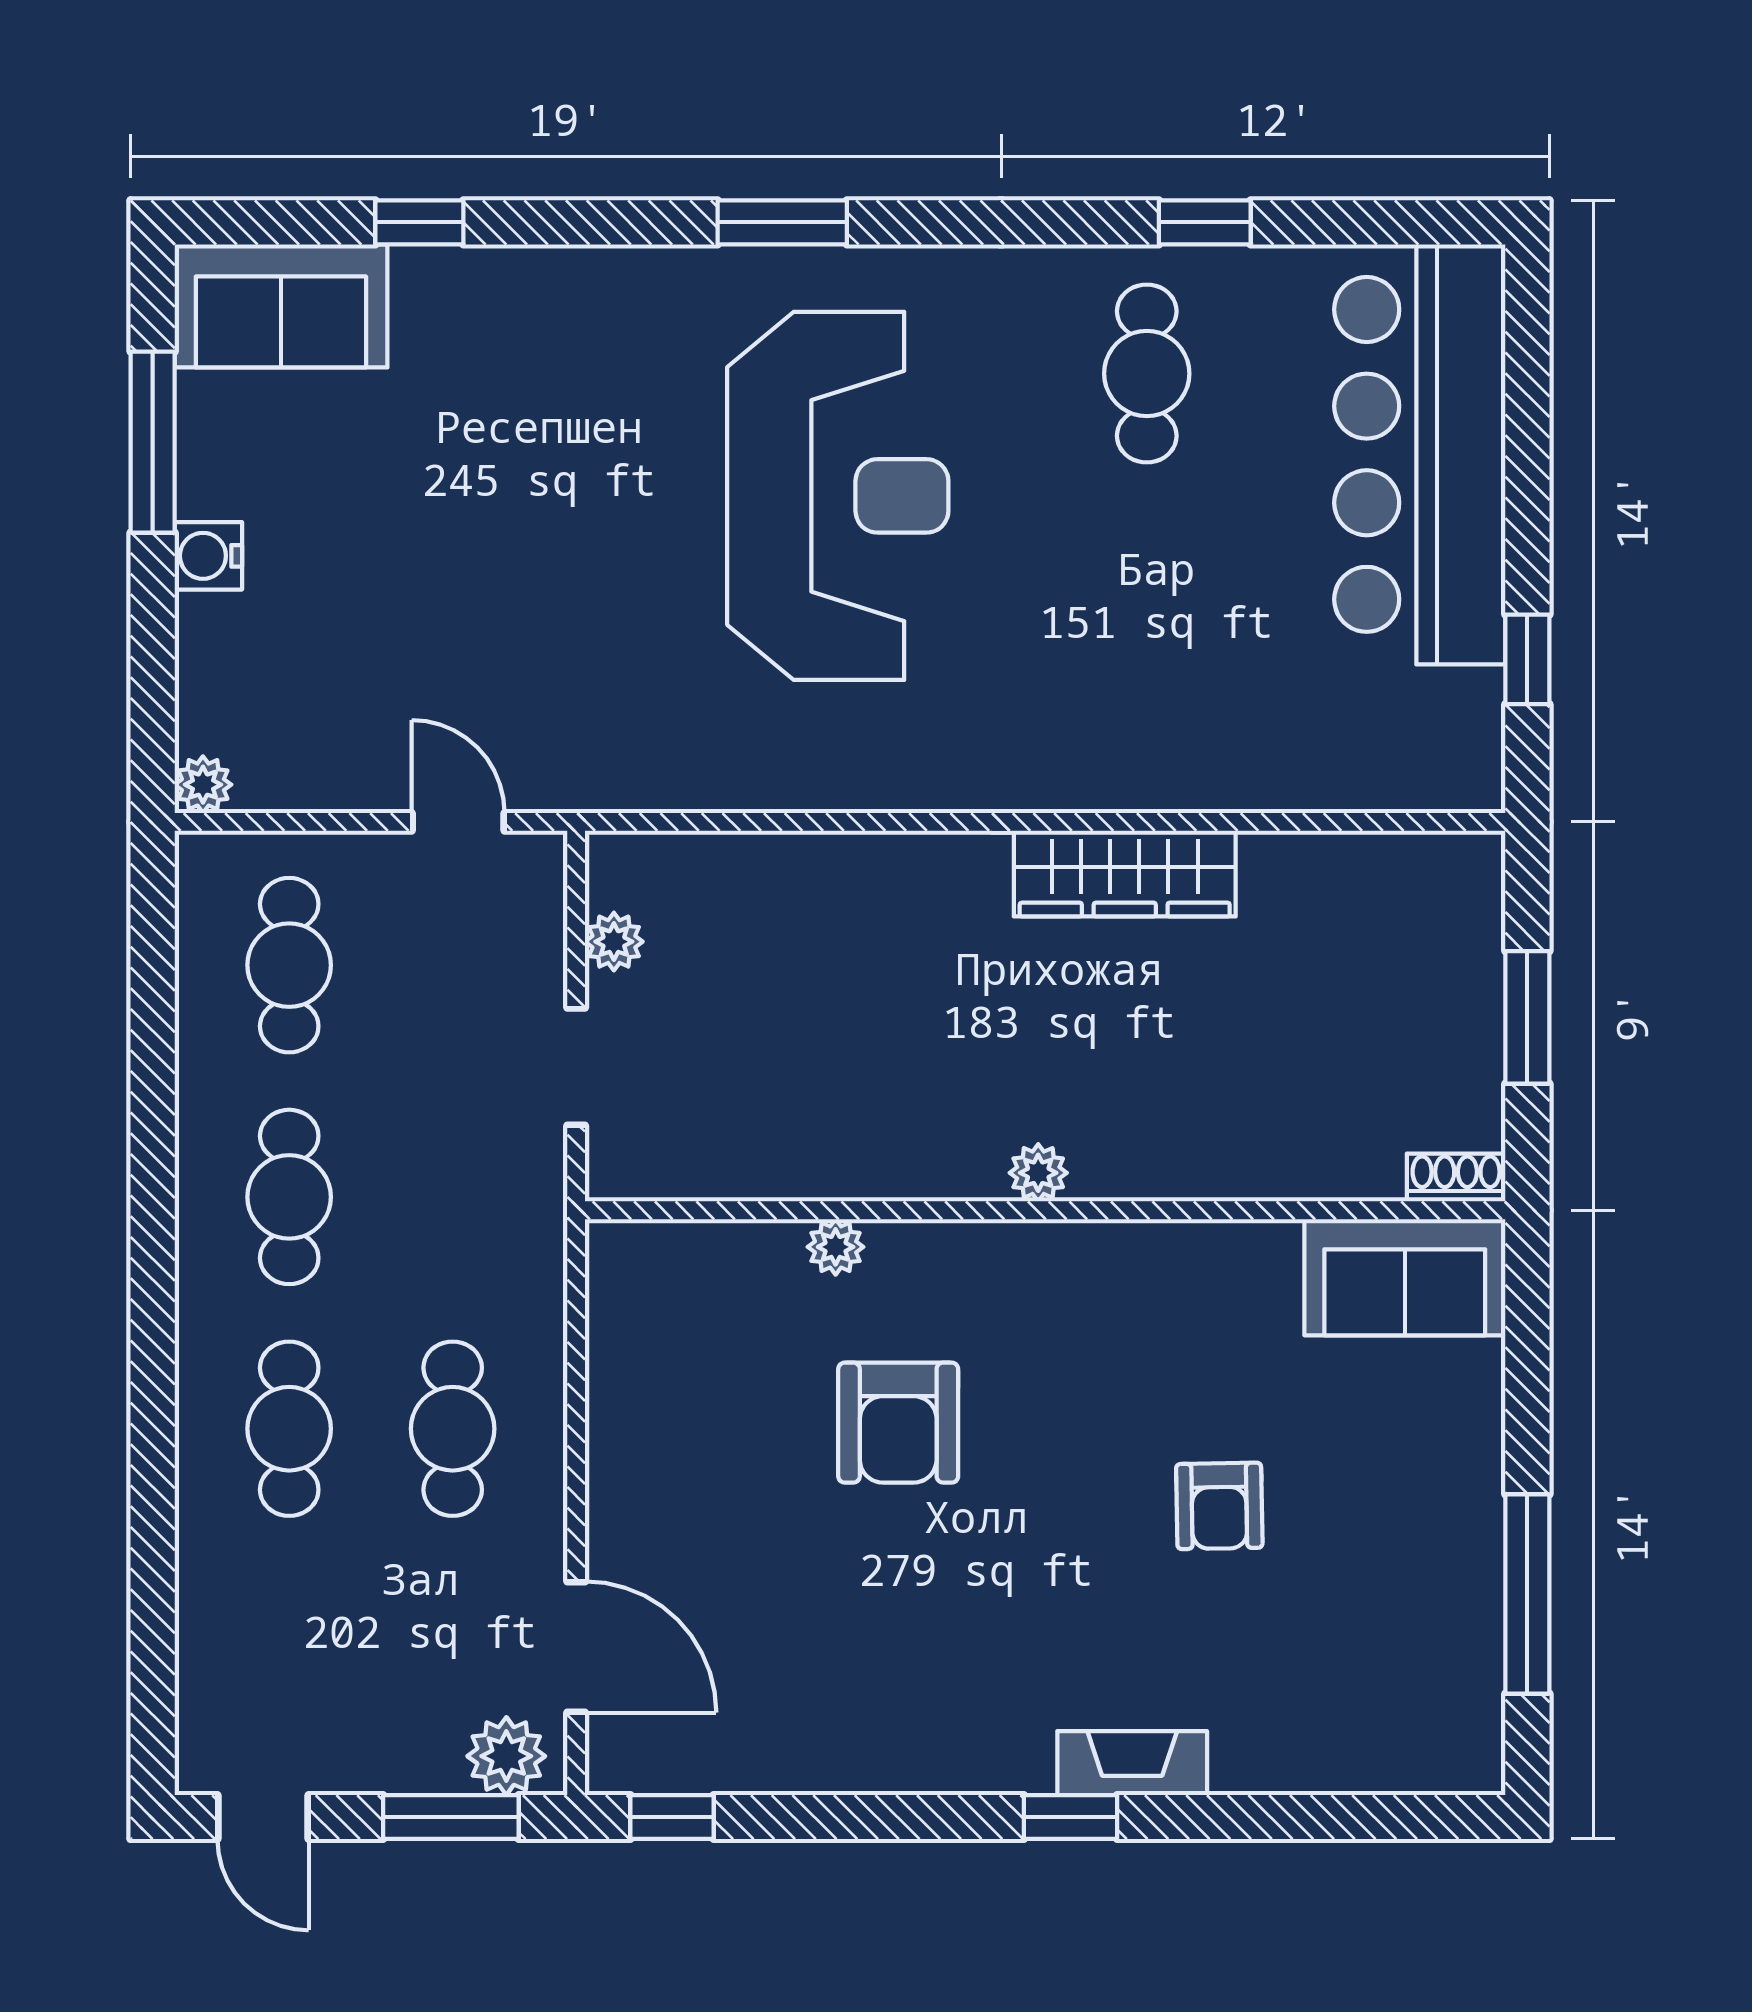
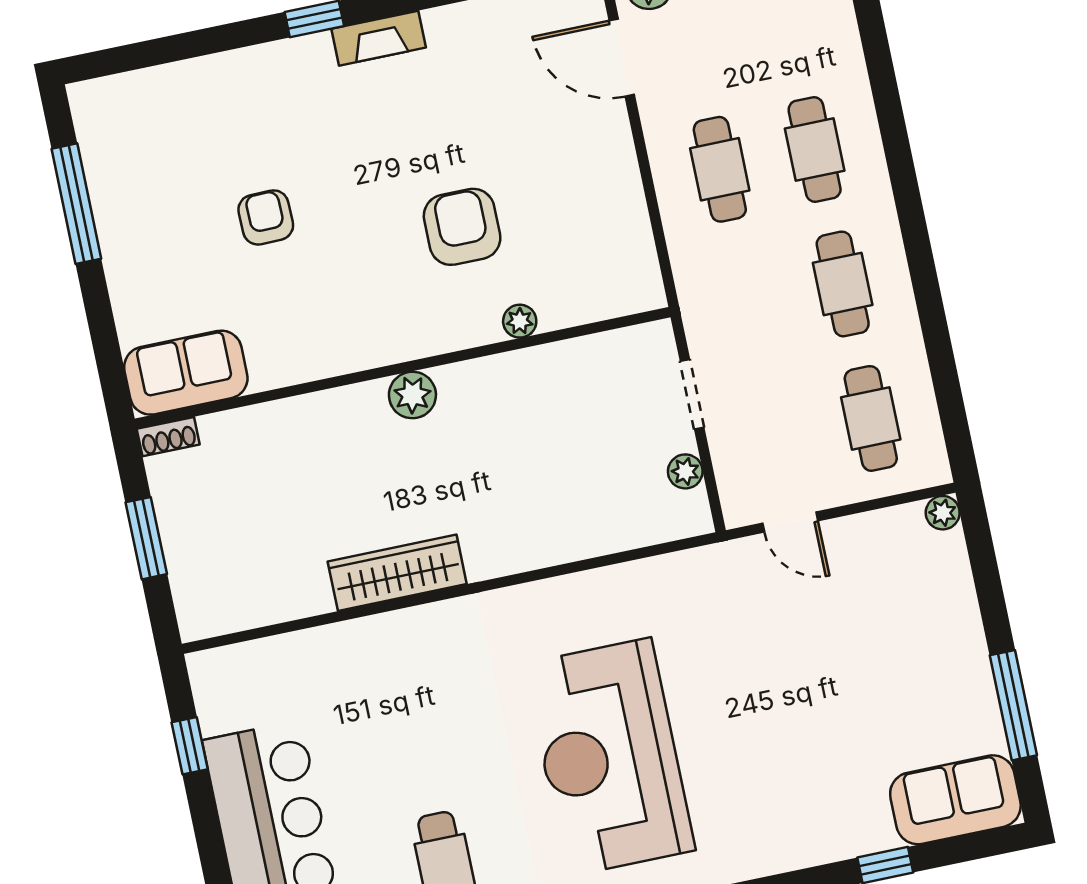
water cooler: (208, 556) -> (967, 646), removed
plant: (1038, 1173) -> (412, 395), width x1.38, depth x1.38
fireplace: (1132, 1763) -> (379, 38), moved

